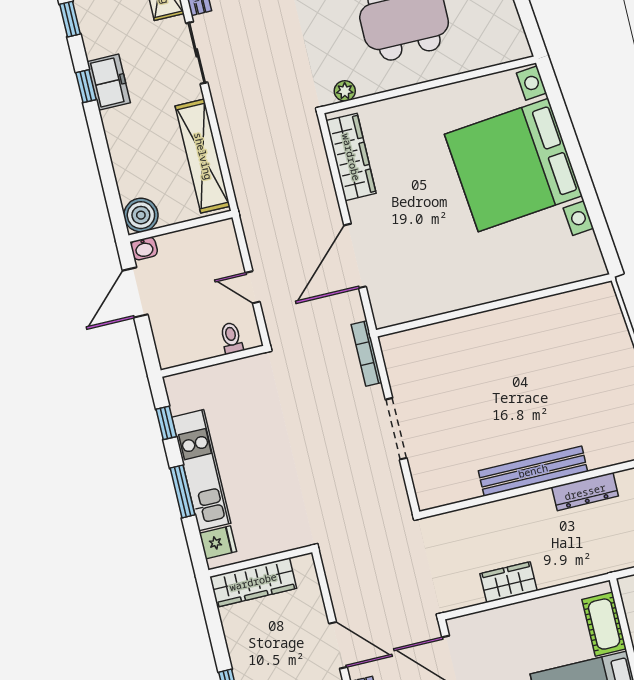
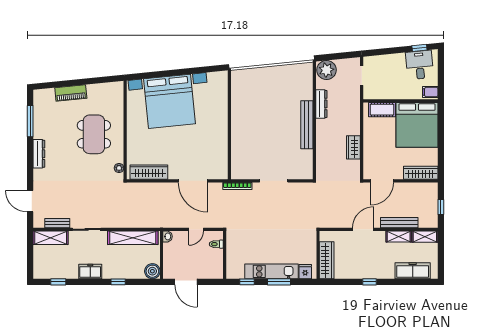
window: (86, 86) -> (118, 282), moved
washbasin: (144, 248) -> (167, 236), moved

